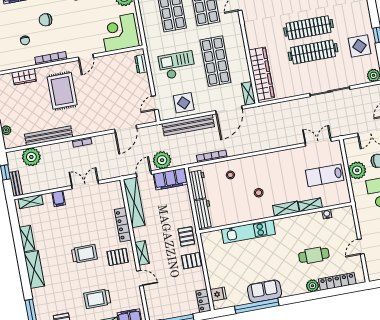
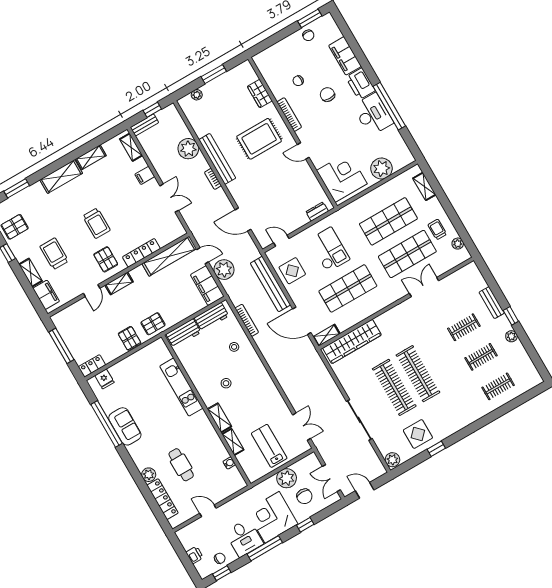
bench: (49, 136) -> (217, 159), moved
plant: (31, 157) -> (188, 149), moved

